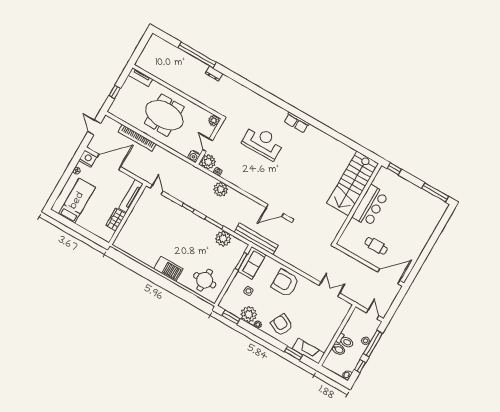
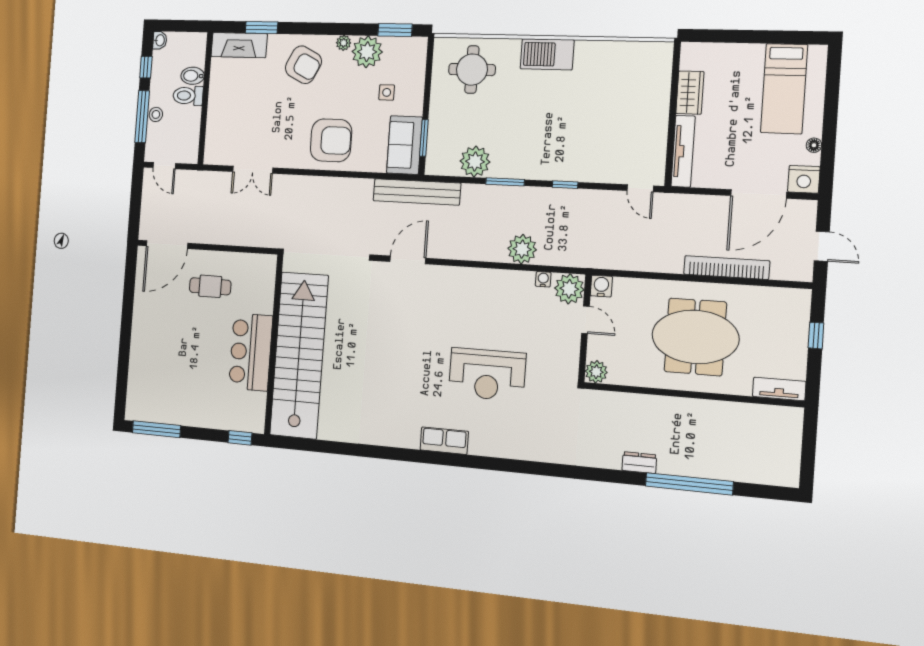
stairs: (353, 183) -> (299, 355), width x1.36

